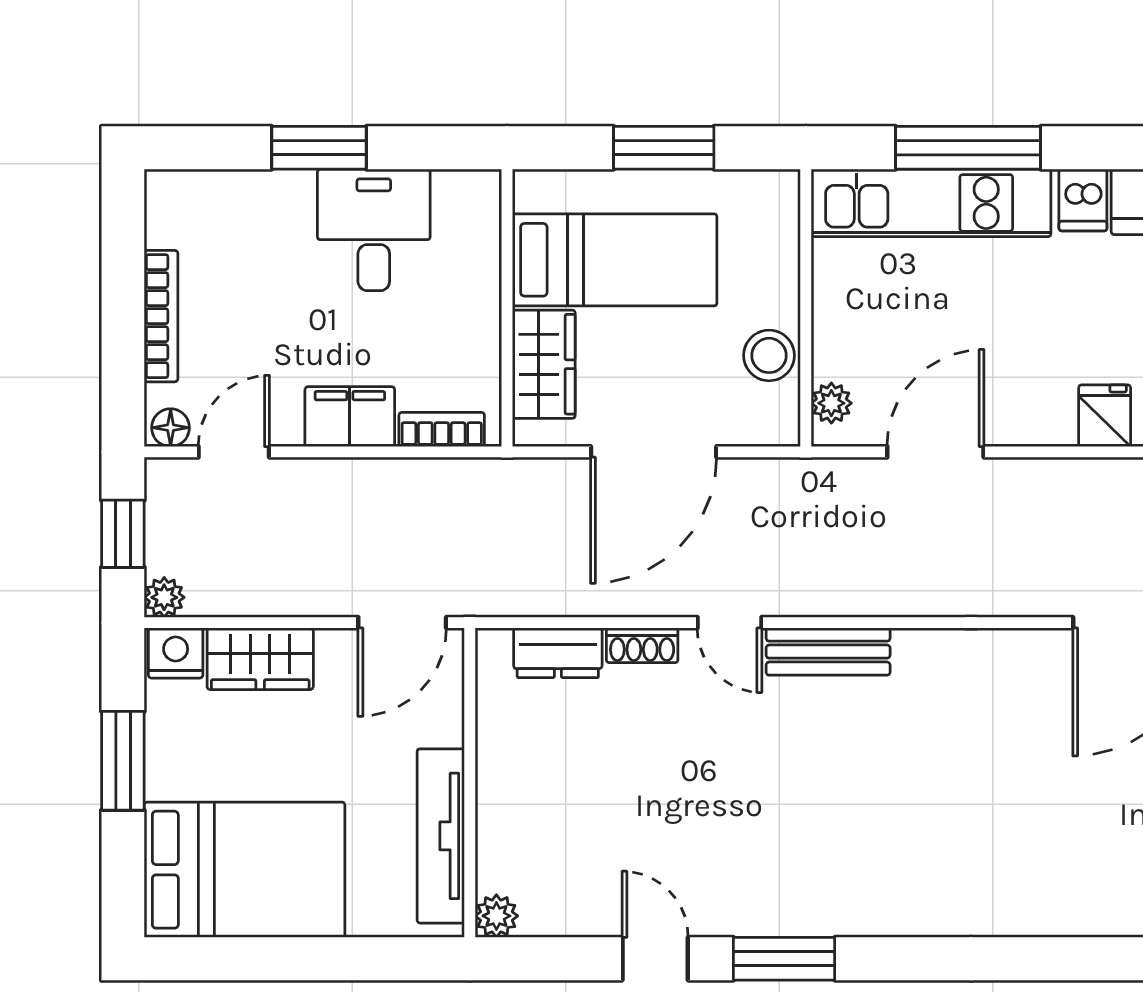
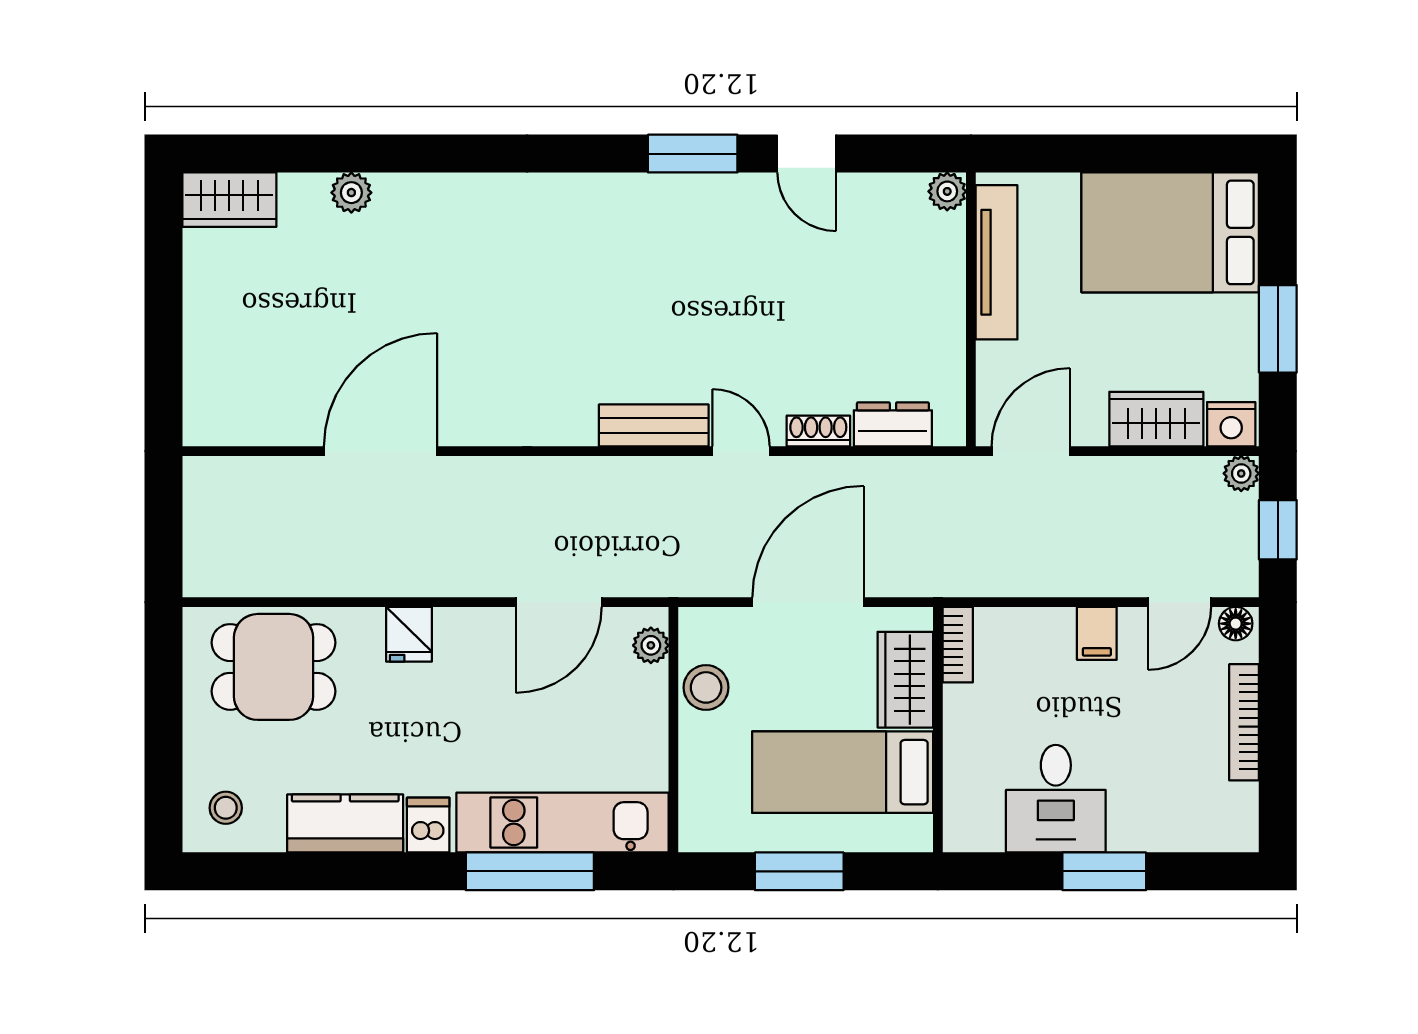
filing cabinet: (350, 417) -> (1097, 633), width x0.50
bookcase: (442, 429) -> (958, 645), moved, turned -90

